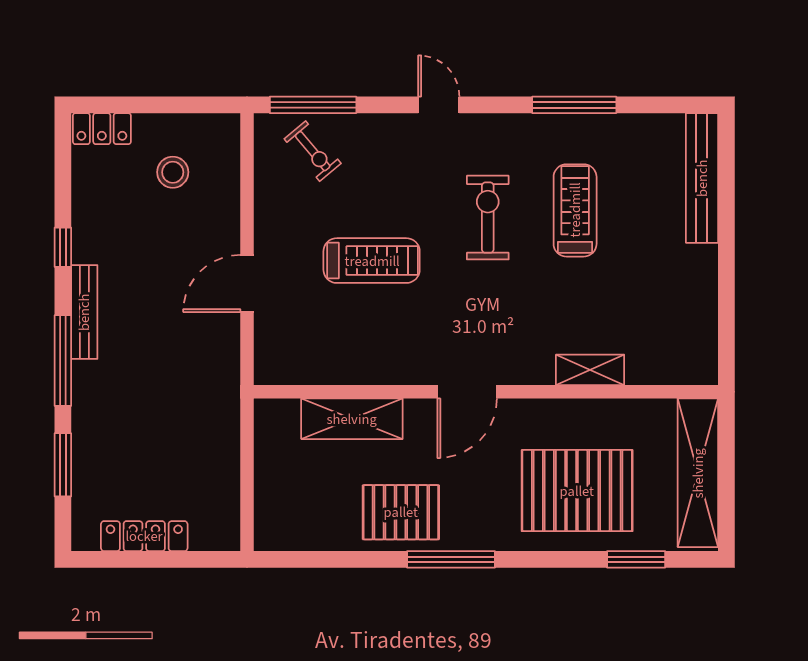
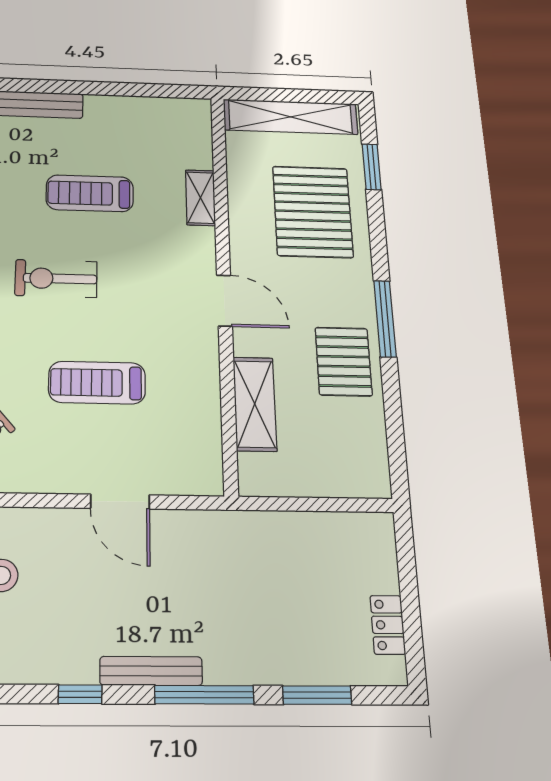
treadmill: (575, 210) -> (90, 193), moved
treadmill: (372, 261) -> (97, 383), turned -90
locker: (144, 536) -> (388, 625), width x0.66

